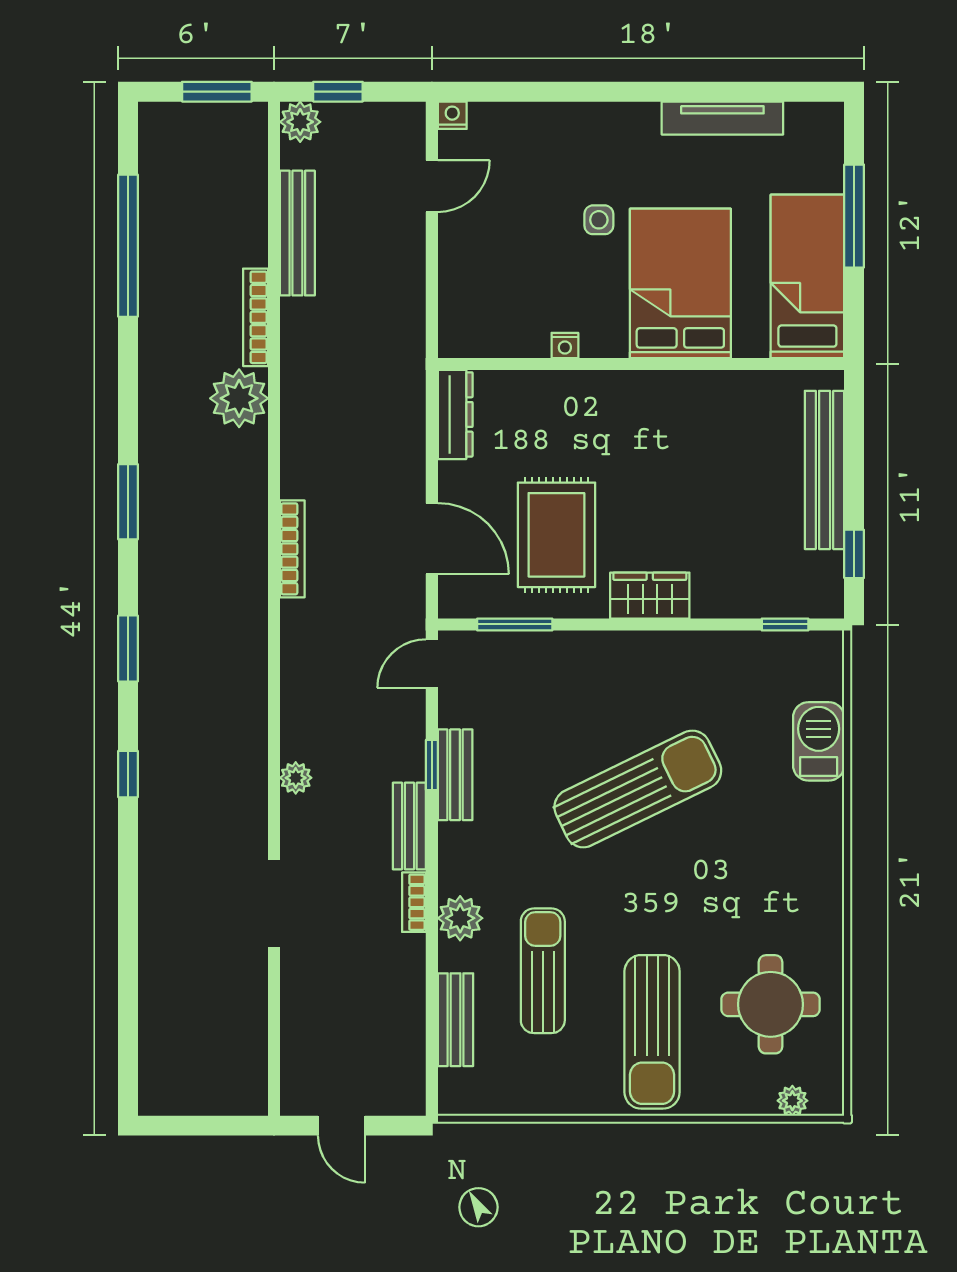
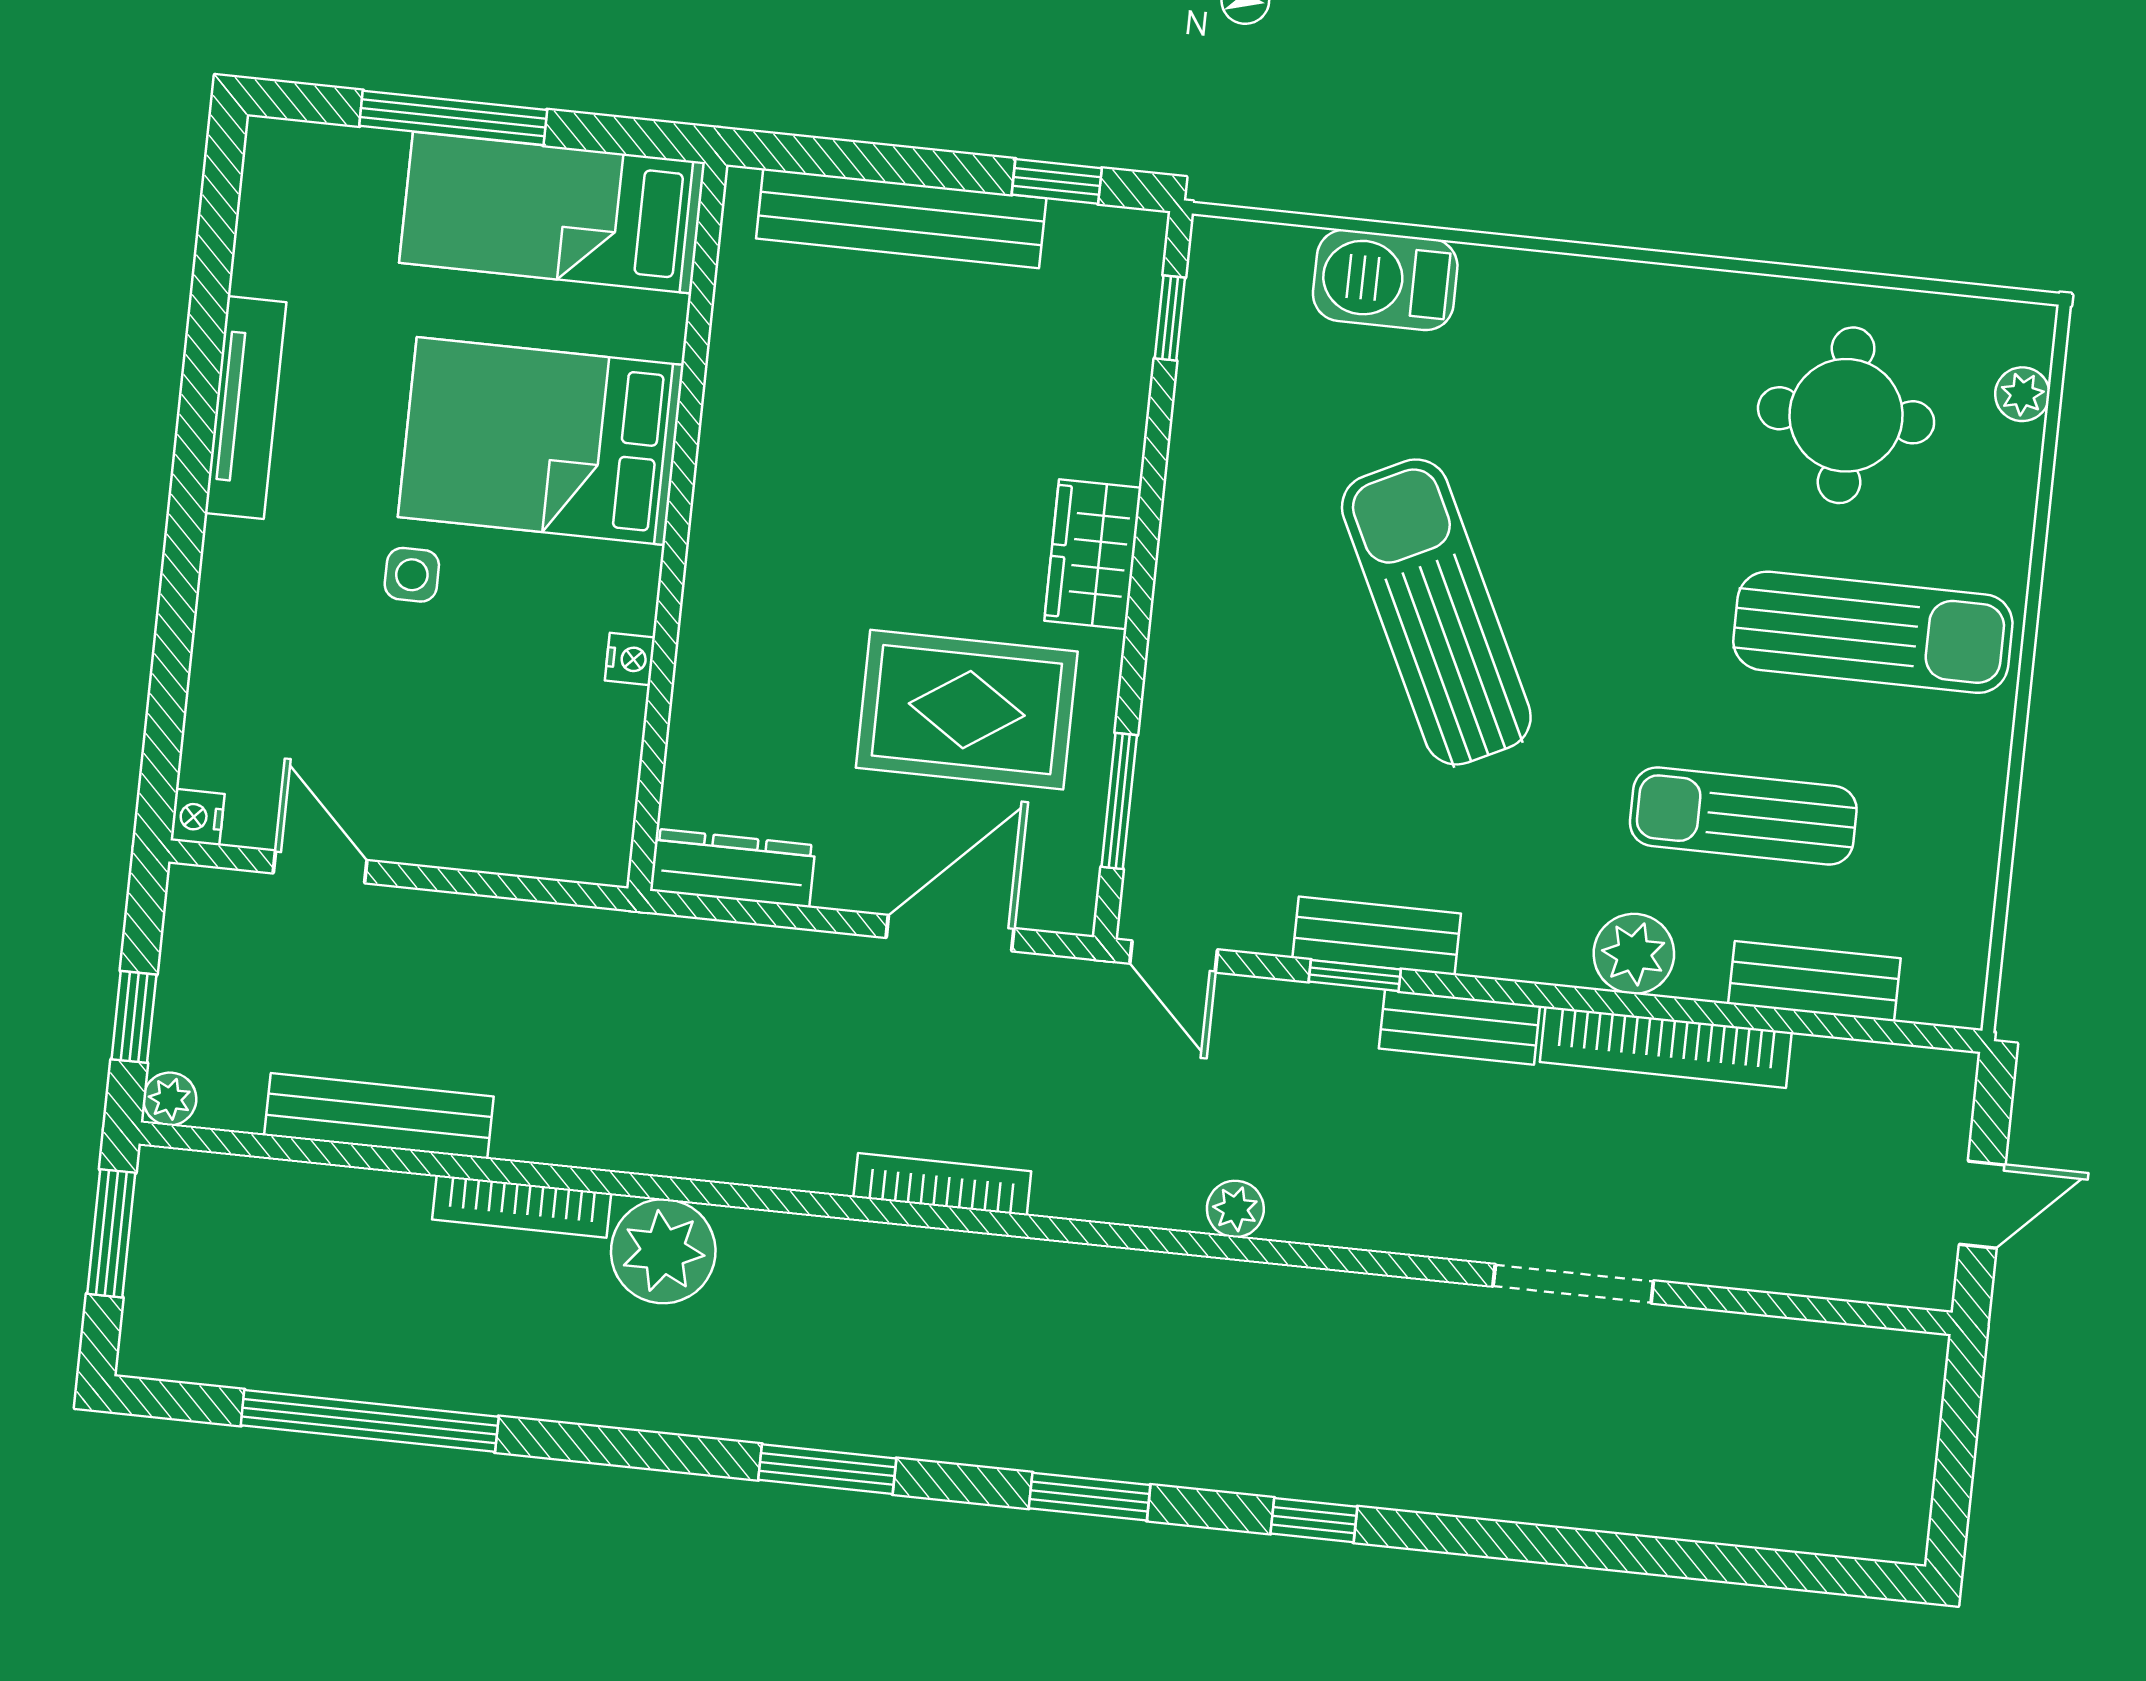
tv unit: (722, 118) -> (246, 408), moved
plant: (300, 122) -> (170, 1099), width x0.73, depth x0.73
plant: (296, 778) -> (1235, 1209), moved
bookcase: (414, 902) -> (1666, 1047), width x2.31, depth x1.31

